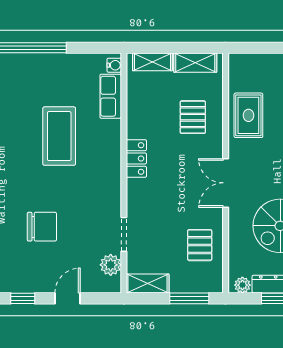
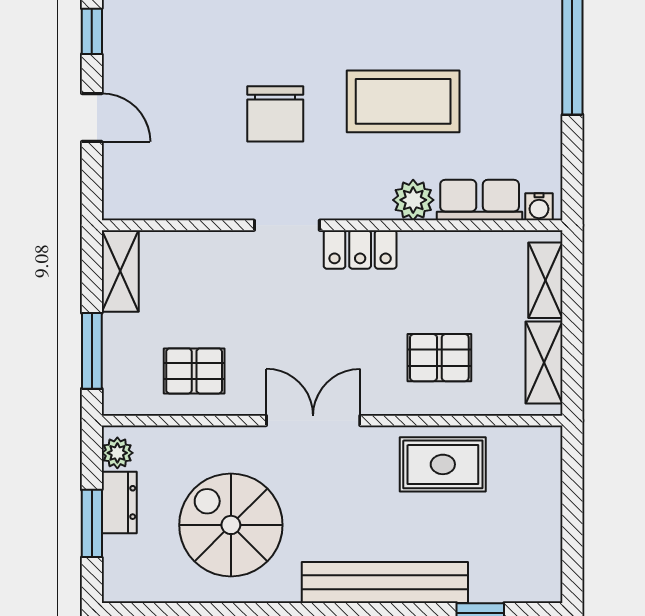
chair: (42, 227) -> (275, 114), moved
doorway: (124, 234) -> (287, 225), moved
plant: (111, 265) -> (413, 200), moved

